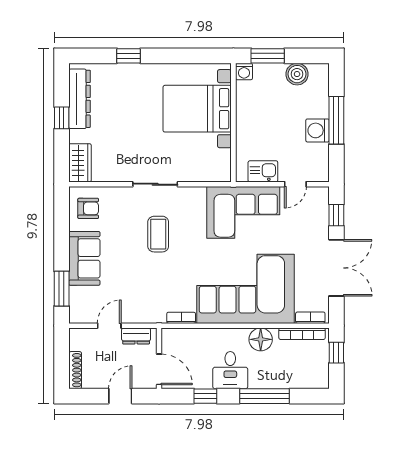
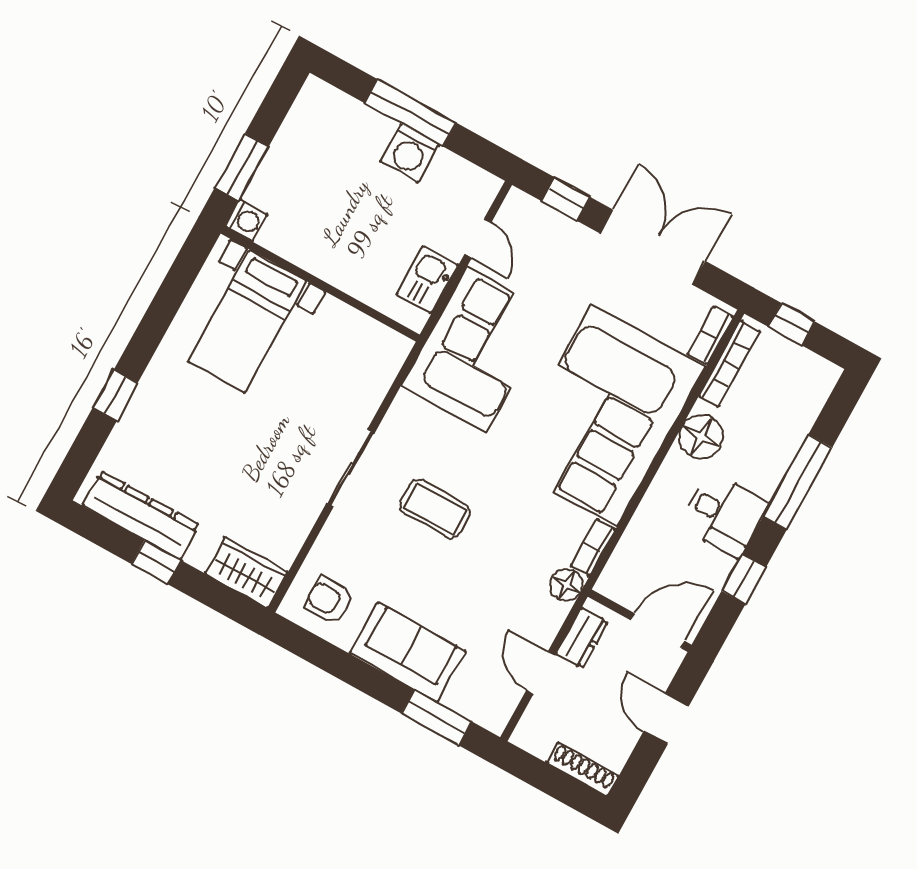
boiler: (297, 74) -> (298, 135), removed
bed with nightstands: (197, 109) -> (247, 321), width x0.73
armchair: (88, 208) -> (329, 601), turned -90
floor lamp: (157, 315) -> (566, 585), added

